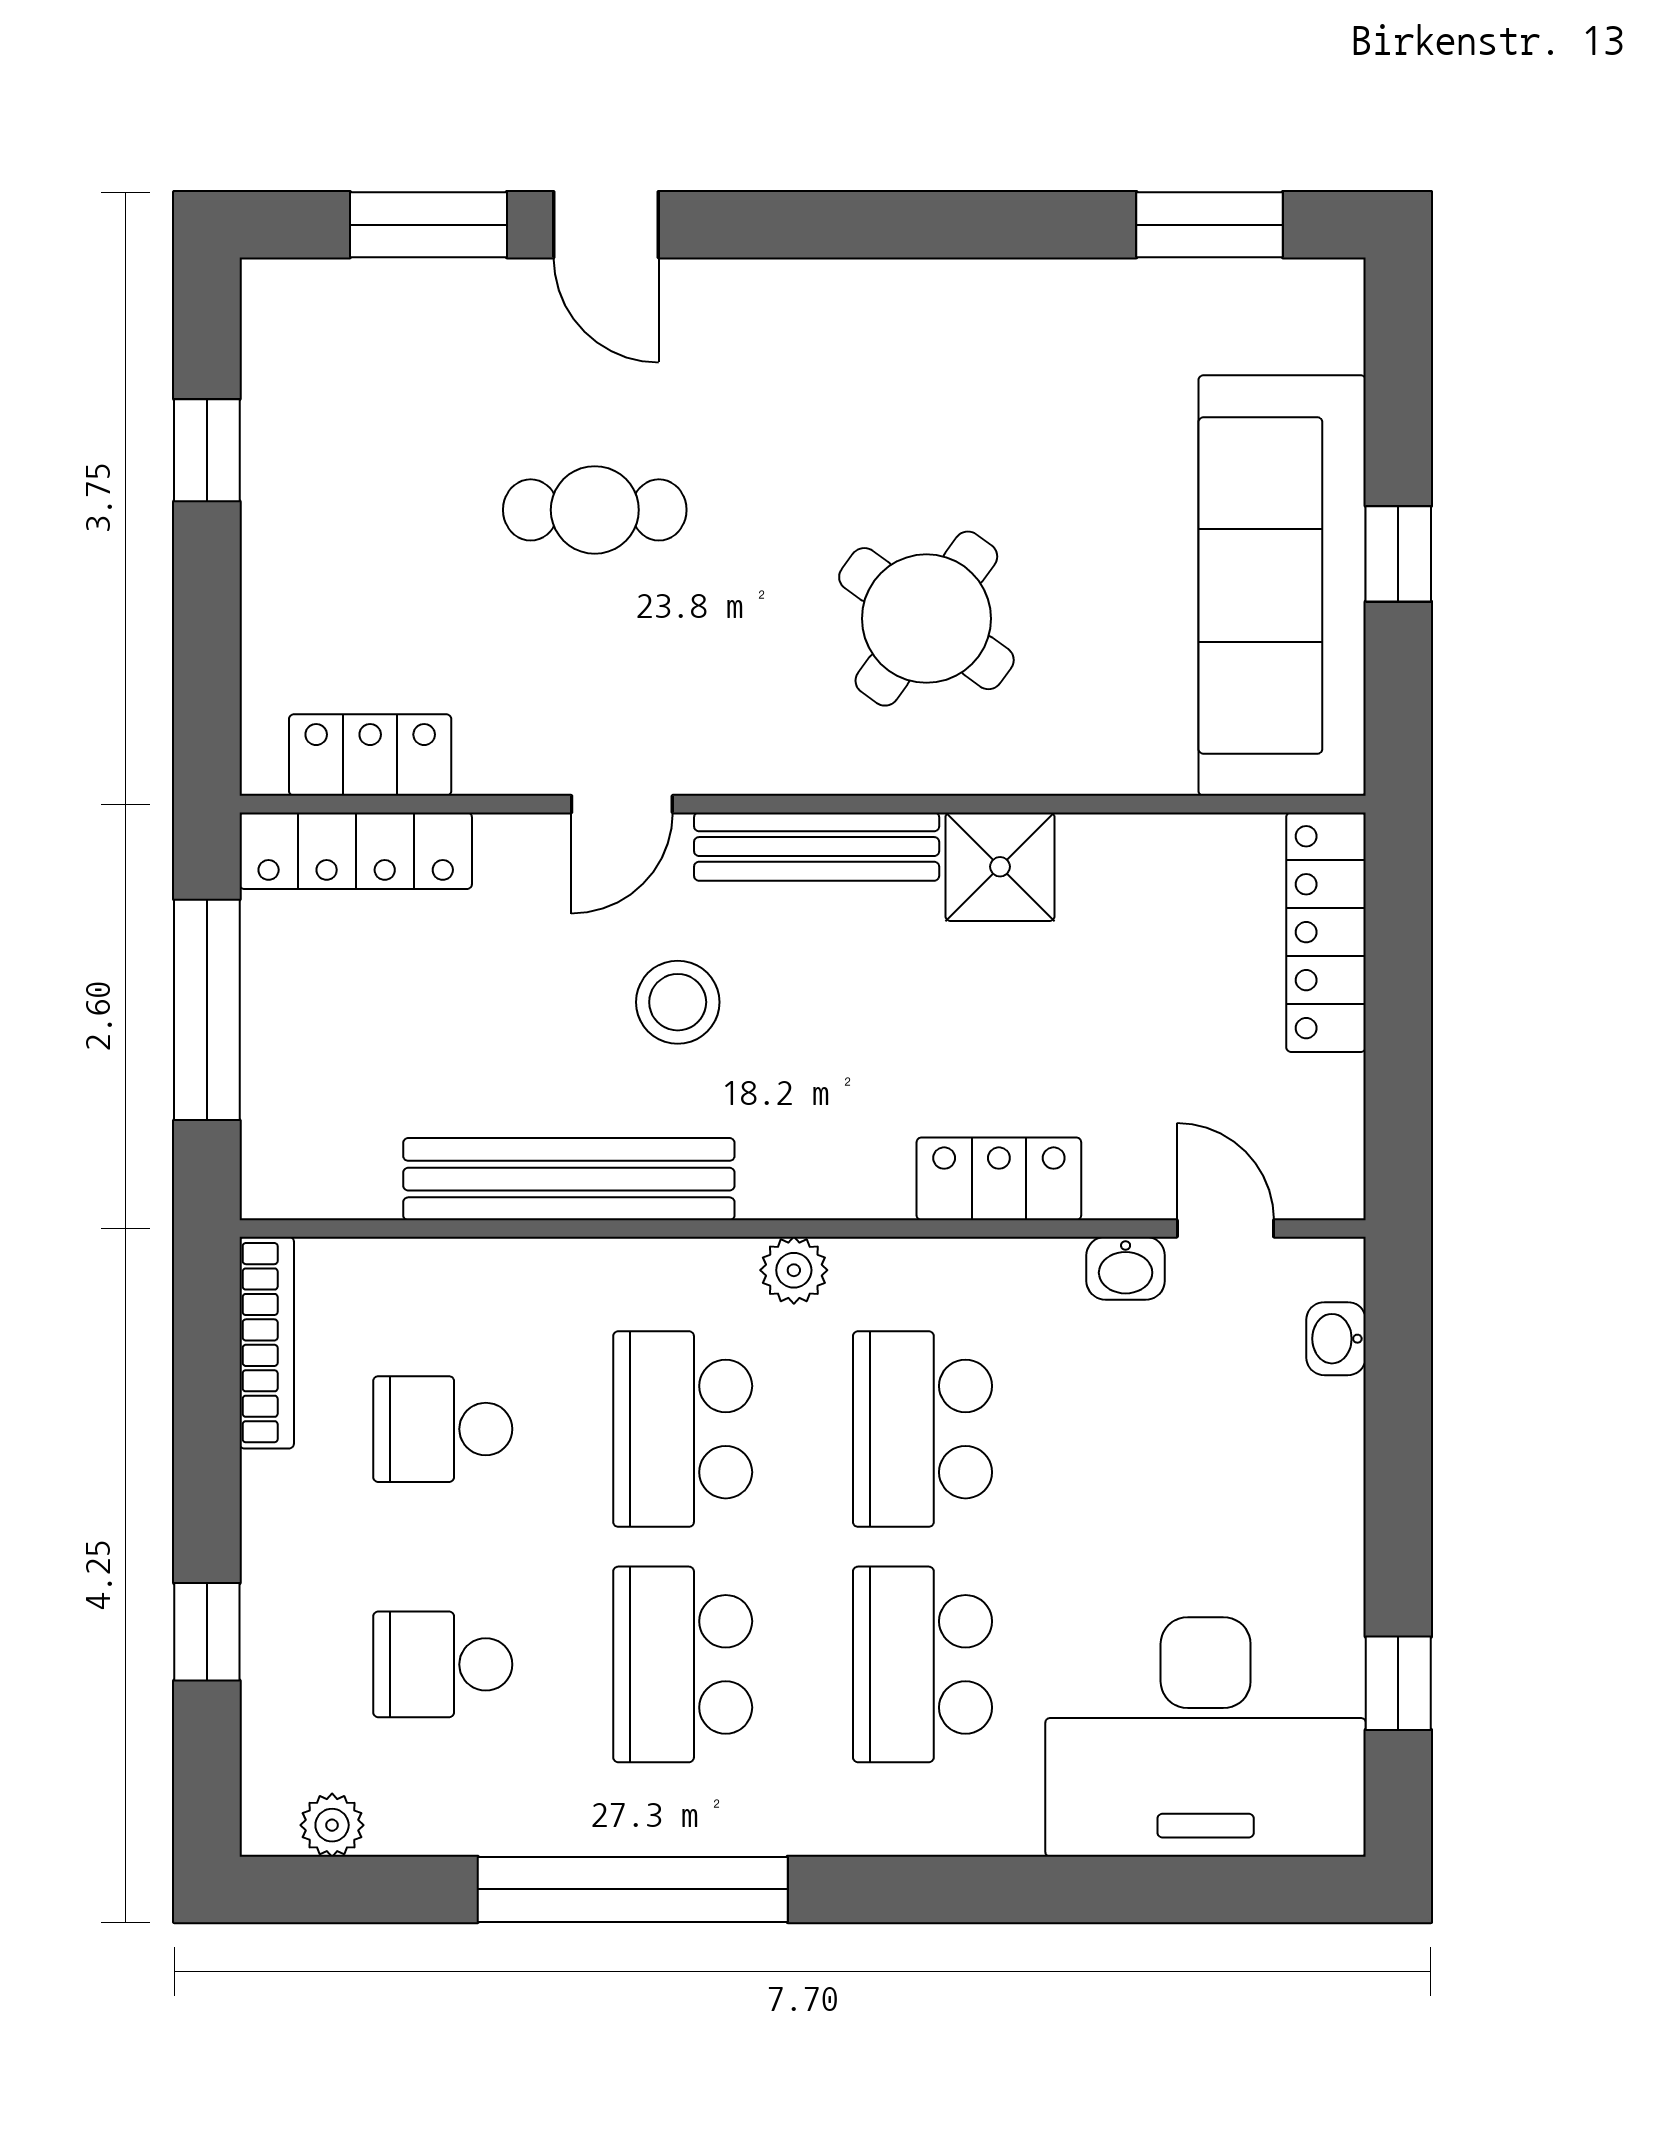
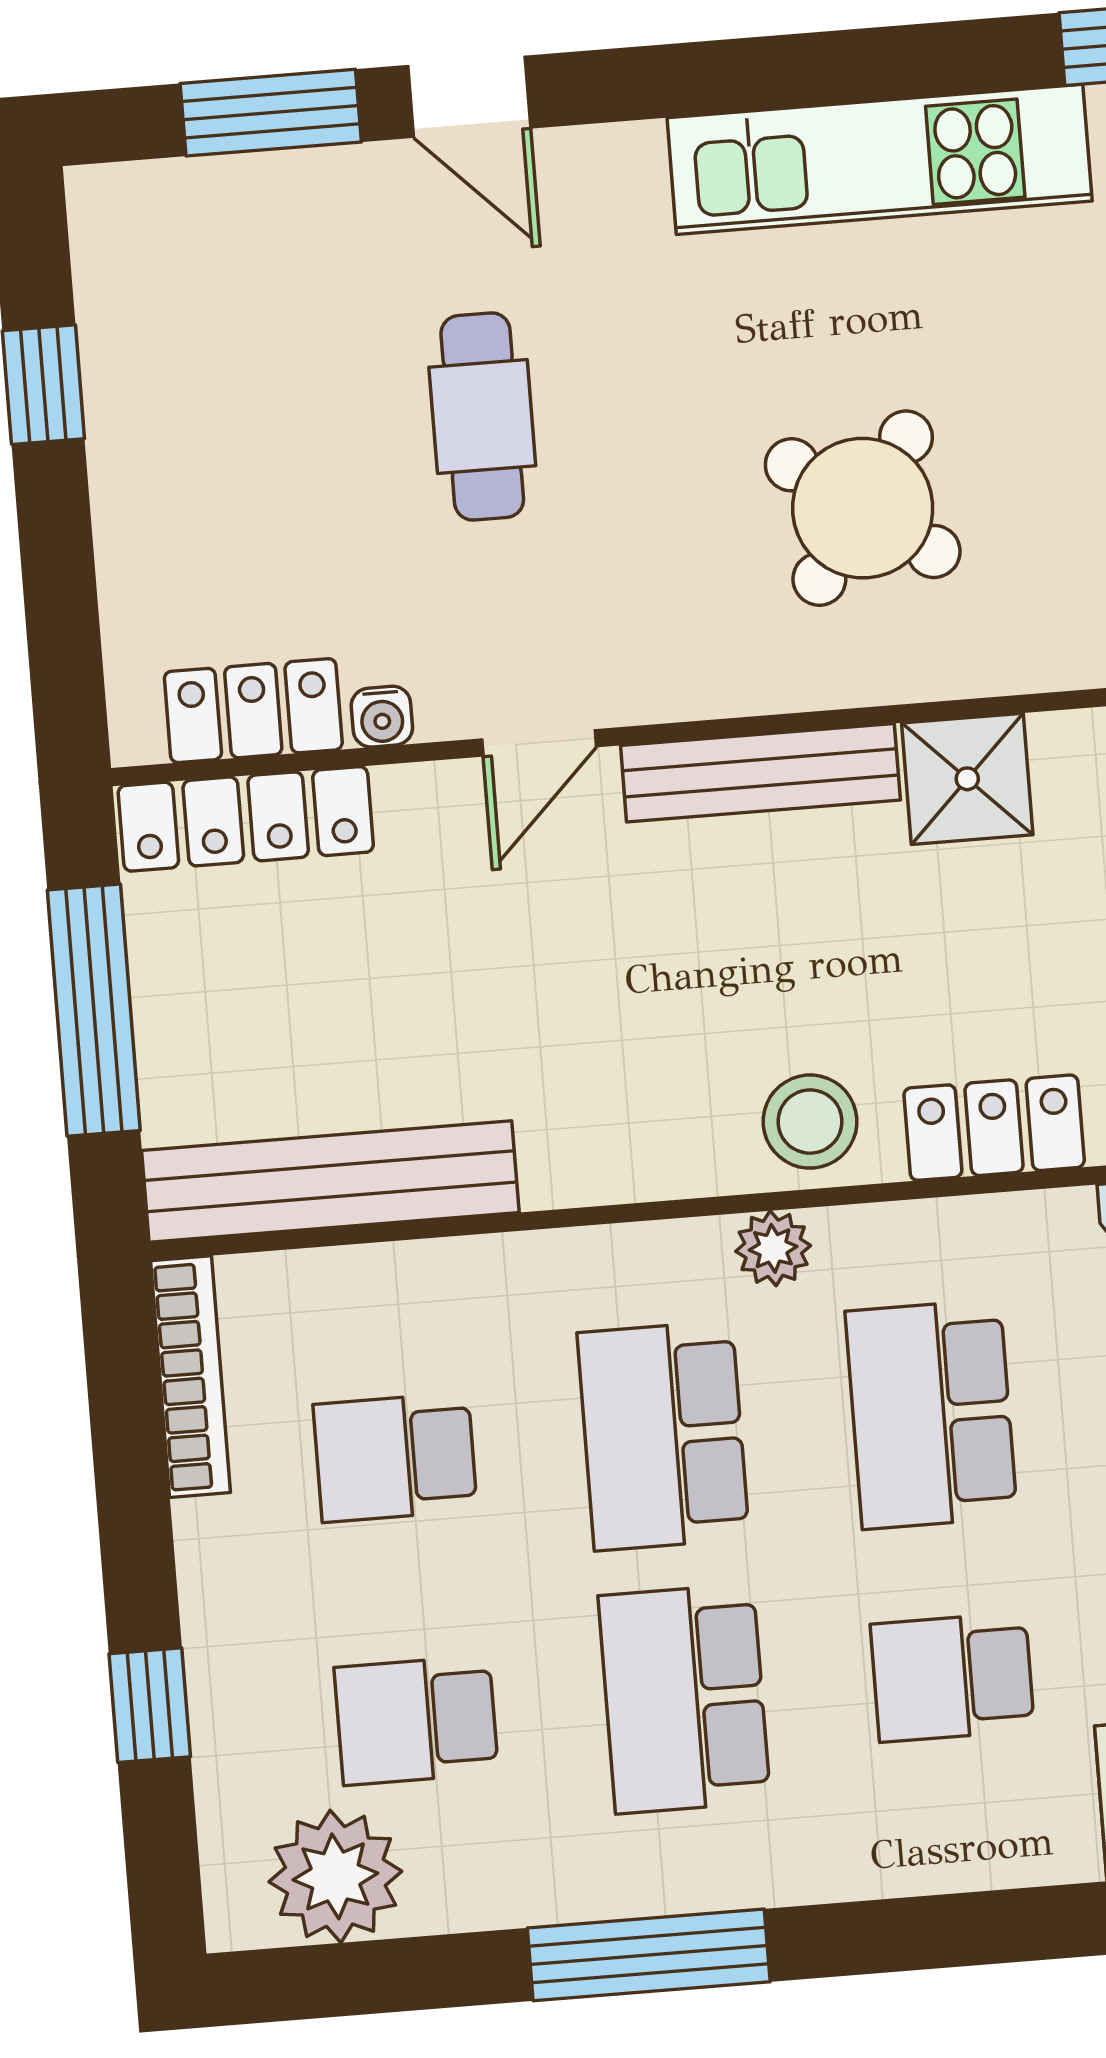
kitchen unit: (966, 310) -> (880, 159), added
cafe table: (595, 510) -> (482, 417), turned 90
water cooler: (484, 770) -> (382, 717), added
stool: (678, 1002) -> (810, 1122), moved
bench: (569, 1179) -> (330, 1181), moved
school desk: (923, 1664) -> (952, 1677), width x0.54
plant: (332, 1825) -> (335, 1876), width x1.88, depth x1.88
window: (633, 1889) -> (649, 1955), width x0.68

